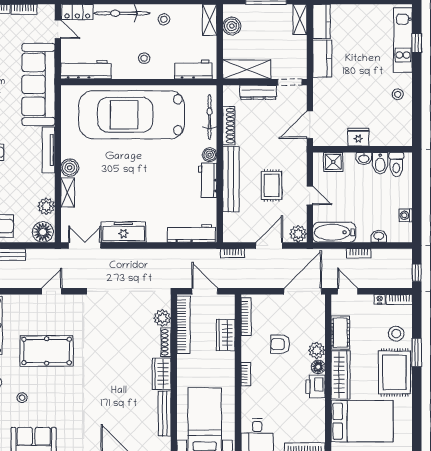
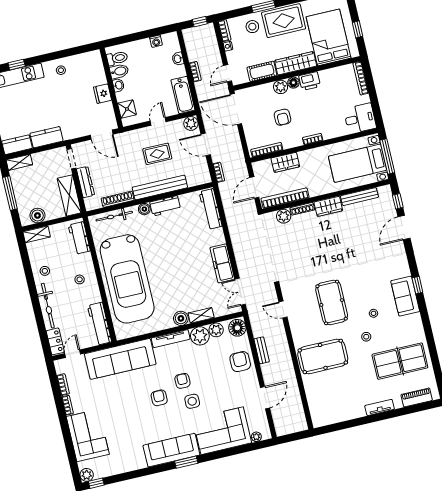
plant: (44, 185) -> (200, 336), added

